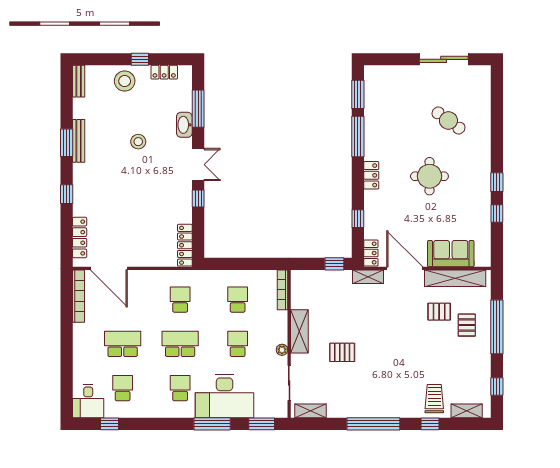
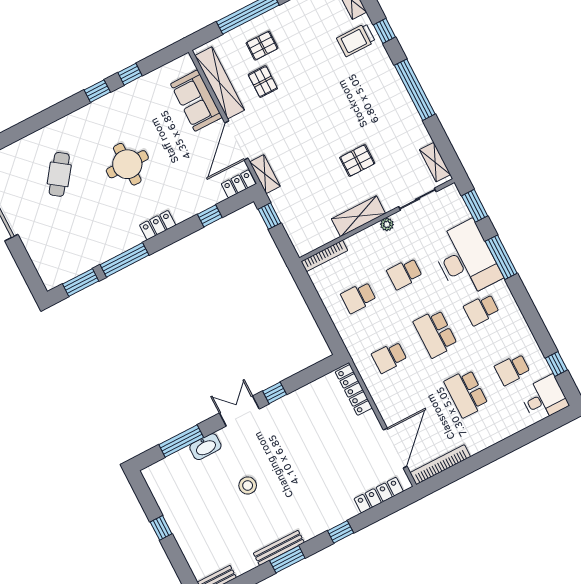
locker: (164, 72) -> (162, 496), removed
stool: (125, 81) -> (192, 532), removed
locker: (185, 245) -> (354, 390), moved, turned 90
pallet: (342, 352) -> (357, 160), turned 90

